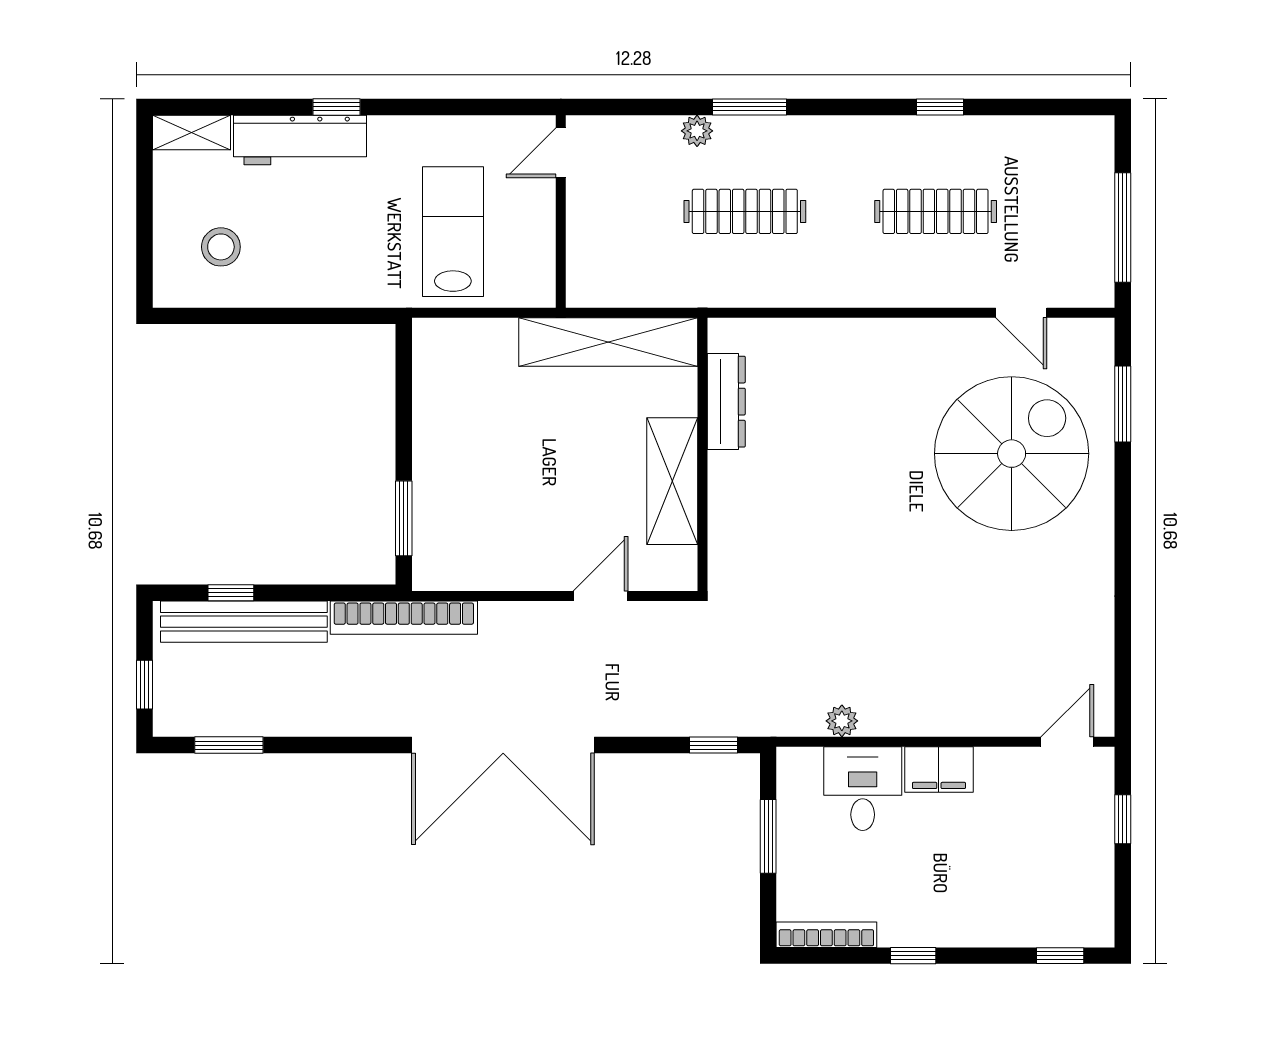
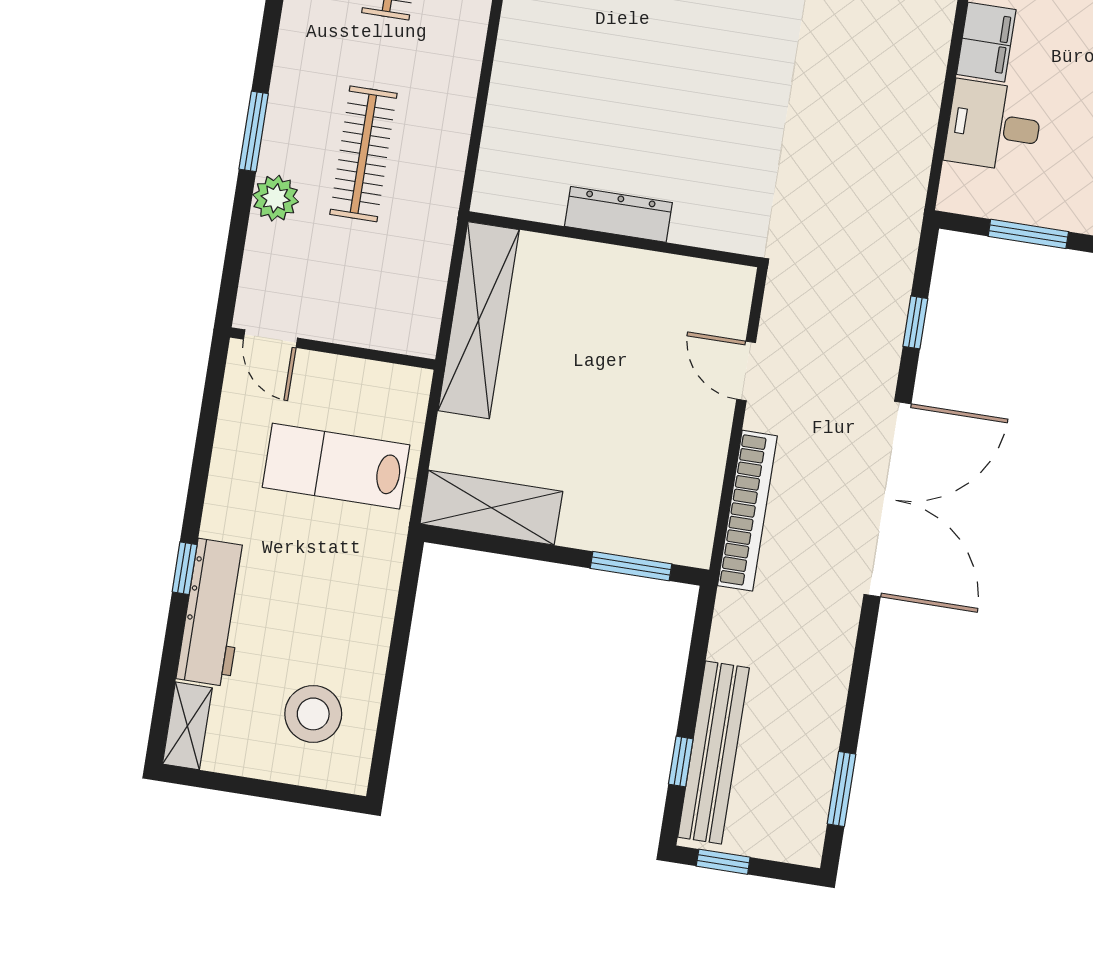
plant: (697, 131) -> (276, 198), width x1.38, depth x1.38
stool: (221, 247) -> (313, 714), width x1.38, depth x1.38
dresser: (726, 402) -> (618, 214), moved
shelving: (672, 481) -> (491, 508), moved
bookcase: (404, 618) -> (747, 511), moved
window: (145, 685) -> (723, 862), moved
plant: (842, 721) -> (919, 137), removed
window: (714, 745) -> (915, 322), moved

